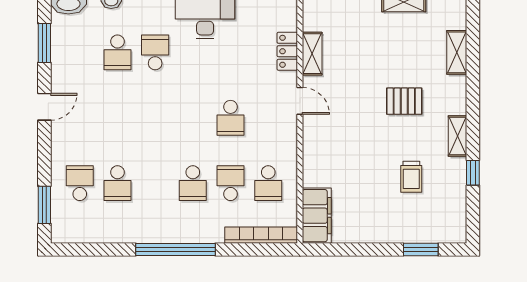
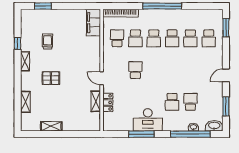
school desk: (117, 183) -> (190, 38), turned 180
school desk: (155, 183) -> (172, 38), added
school desk: (193, 183) -> (154, 38), turned 180

